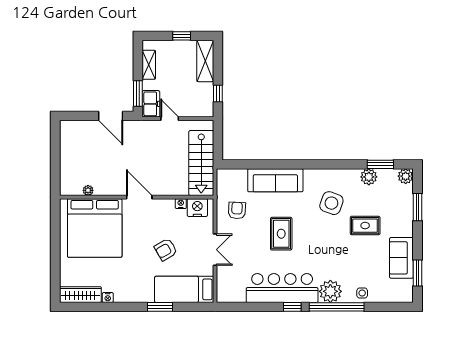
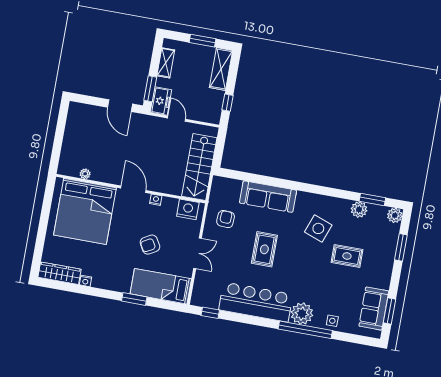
window: (182, 36) -> (202, 41), width x1.50
nightstand: (181, 204) -> (156, 200), moved
sofa: (401, 258) -> (374, 309), moved
window: (292, 307) -> (210, 313), moved

